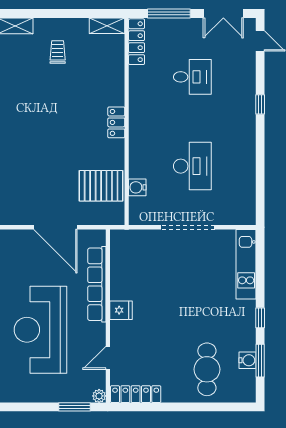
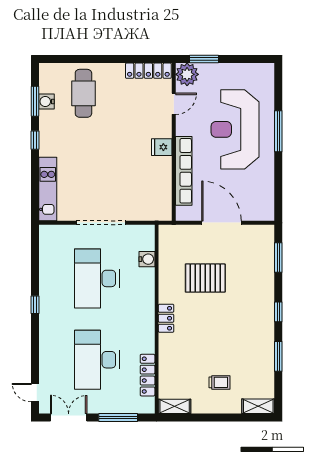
locker: (137, 42) -> (148, 375), moved
trolley: (58, 52) -> (219, 382), turned -90
desk: (192, 77) -> (97, 360), width x1.87, depth x1.30
window: (260, 104) -> (35, 305), moved
desk: (192, 166) -> (97, 278), width x1.36, depth x1.30
pallet: (101, 186) -> (205, 278), moved
reception desk: (40, 330) -> (235, 129), turned 180
plant: (99, 396) -> (187, 74), width x1.88, depth x1.88

